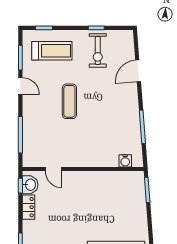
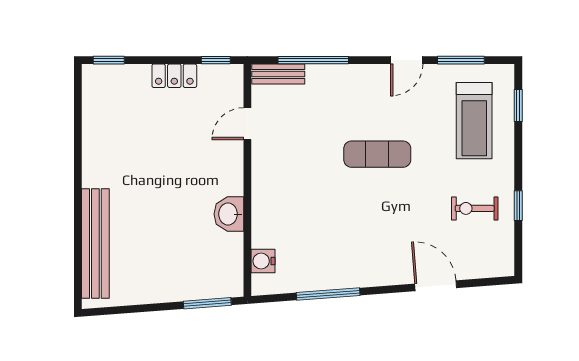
exercise bike: (98, 51) -> (475, 208), width x0.73, depth x0.72
bench: (28, 153) -> (278, 74), added
washbasin: (30, 185) -> (229, 214), moved, turned 90

